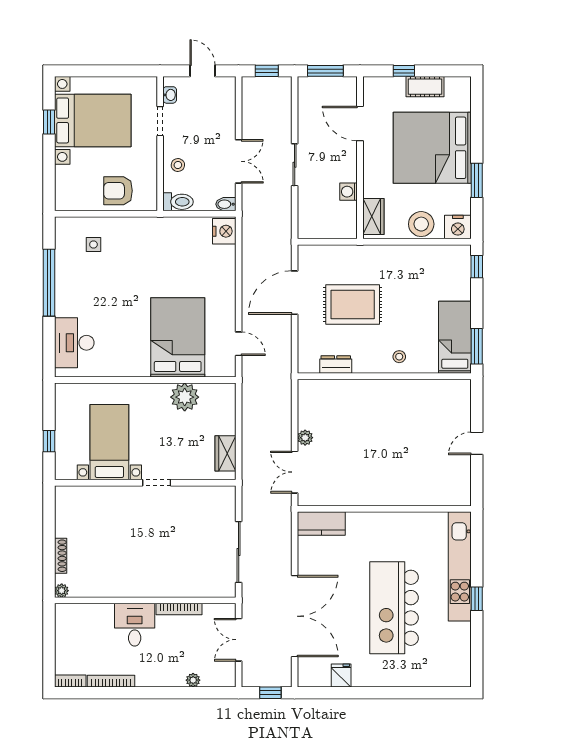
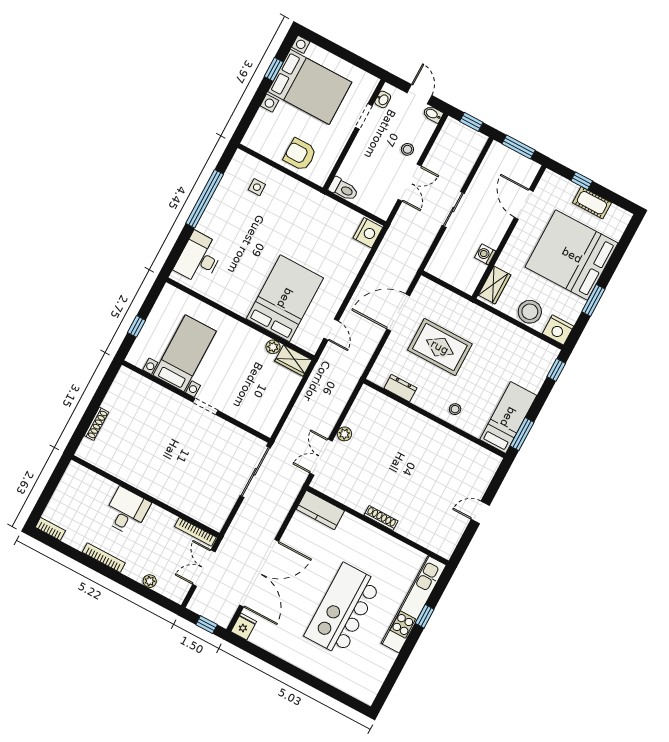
stool: (178, 165) -> (407, 149), moved
bidet: (226, 204) -> (433, 114), moved
plant: (185, 397) -> (273, 347), width x0.53, depth x0.53
wardrobe: (226, 453) -> (293, 361), moved, turned -90
shoe rack: (384, 500) -> (381, 518), added
sliding door: (239, 552) -> (255, 472), moved
plant: (62, 591) -> (82, 452), removed
window: (477, 599) -> (425, 616), moved
bookcase: (179, 609) -> (195, 532), moved
fridge: (341, 676) -> (244, 627), moved
bookcase: (111, 681) -> (104, 558), moved

